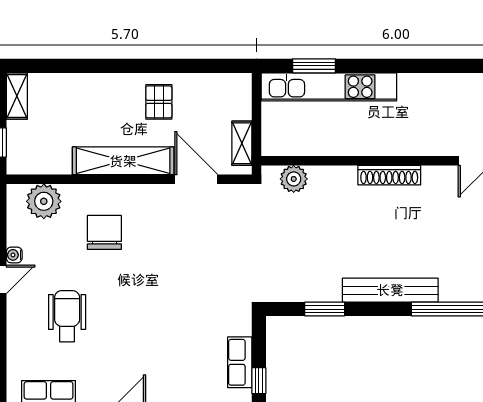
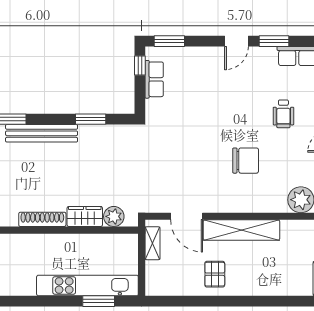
wardrobe: (333, 179) -> (85, 216), added
chair: (104, 232) -> (246, 161), moved, turned -90
wheelchair: (67, 316) -> (283, 114), width x0.73, depth x0.73

